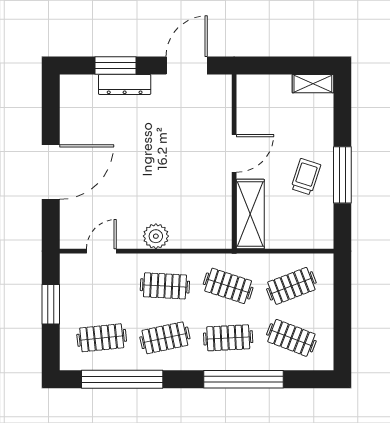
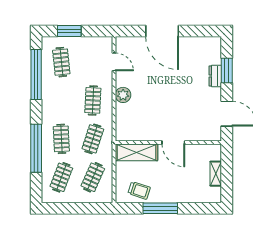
dresser: (125, 84) -> (215, 76), width x0.70
shelving: (313, 84) -> (216, 174), moved
trolley: (306, 177) -> (139, 190), moved
clothes rail: (291, 286) -> (93, 177), turned 45
window: (51, 304) -> (69, 31), moved
clothes rail: (165, 338) -> (61, 100), removed

